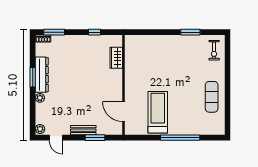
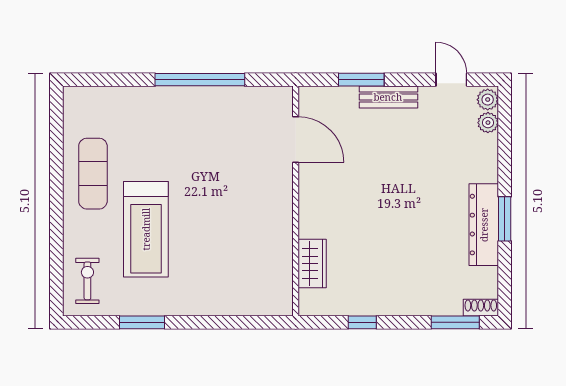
plant: (40, 98) -> (488, 123), moved
treadmill: (158, 112) -> (146, 229), moved
window: (180, 138) -> (200, 80), moved

